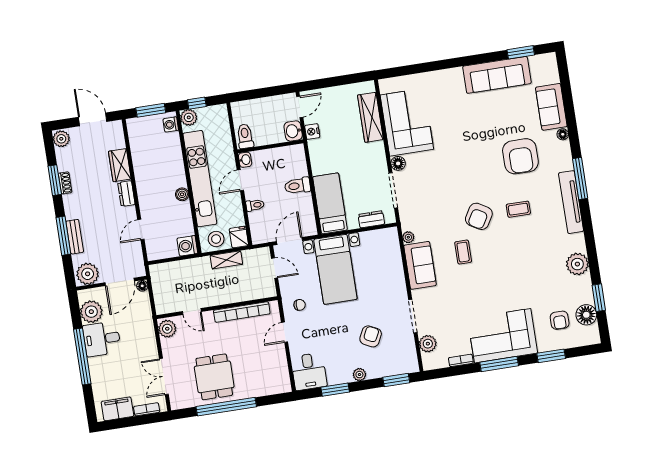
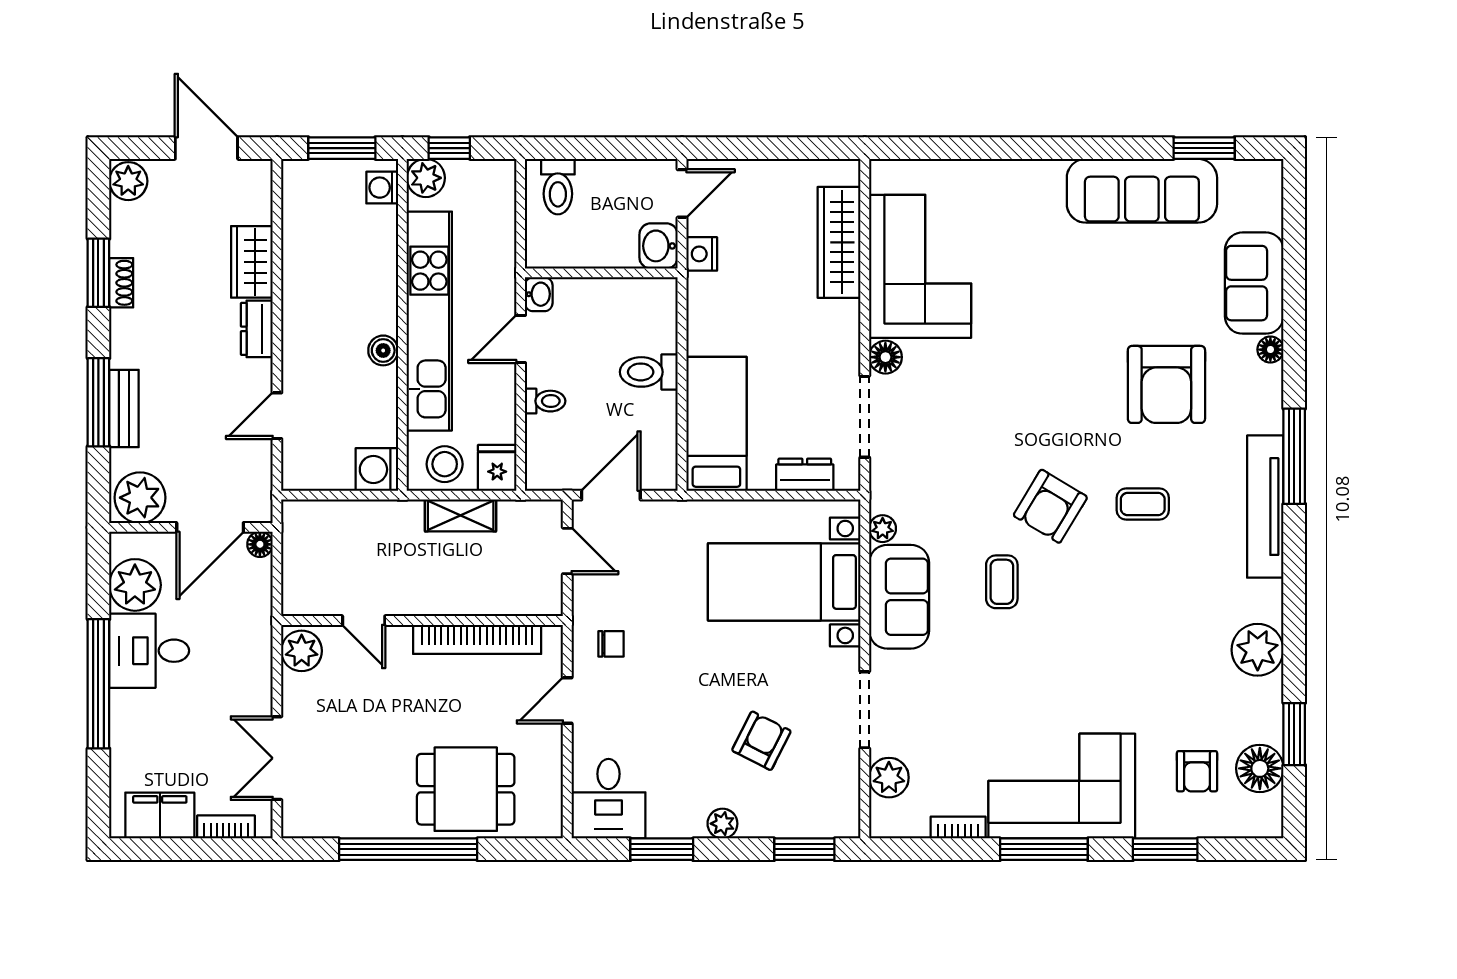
toilet: (245, 136) -> (558, 187), moved, turned 180
bed with nightstands: (335, 269) -> (784, 582), moved, turned 90
dining table: (214, 377) -> (466, 789), moved, turned 90

